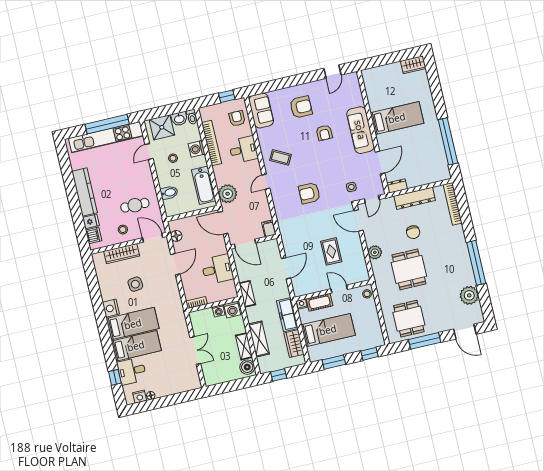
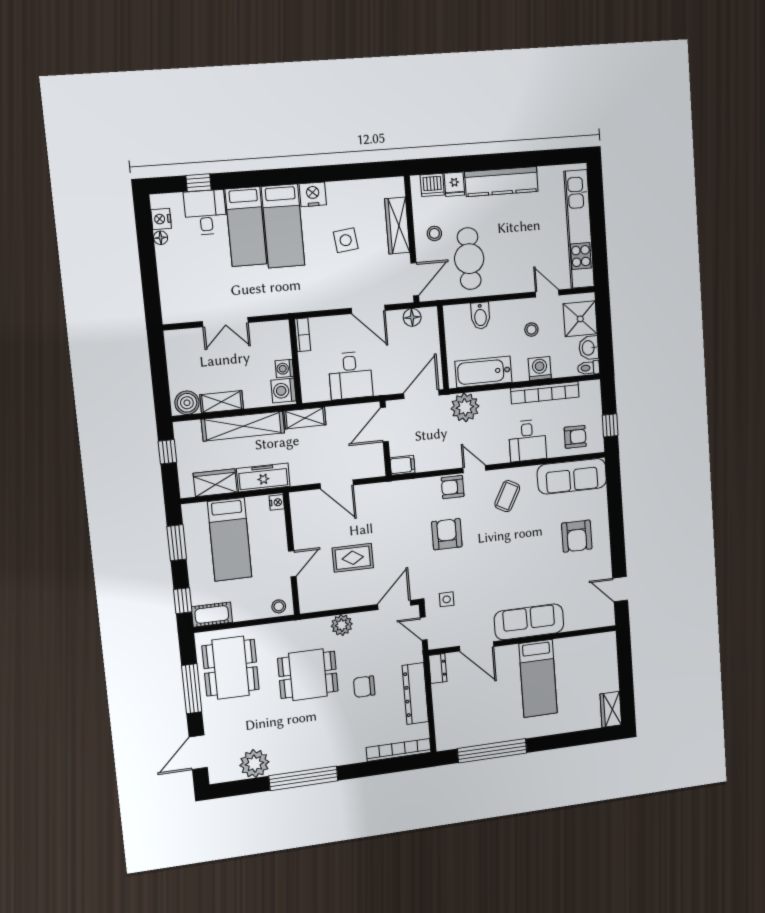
sofa: (261, 111) -> (572, 476), width x1.36
window: (107, 124) -> (598, 234), removed
armchair: (324, 133) -> (453, 487), moved
cafe table: (135, 205) -> (469, 259), width x1.37, depth x1.35
cot: (319, 302) -> (212, 615), moved, turned 90
dining table: (409, 319) -> (231, 668), width x1.37
shelving: (259, 339) -> (243, 426), width x1.47

